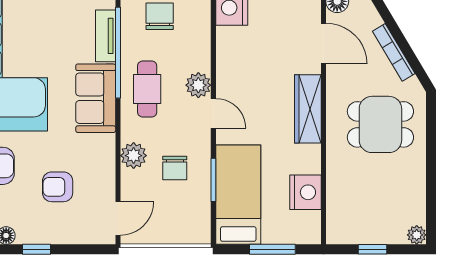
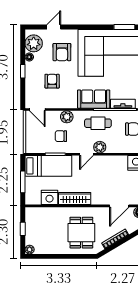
wardrobe: (308, 109) -> (75, 199), moved

